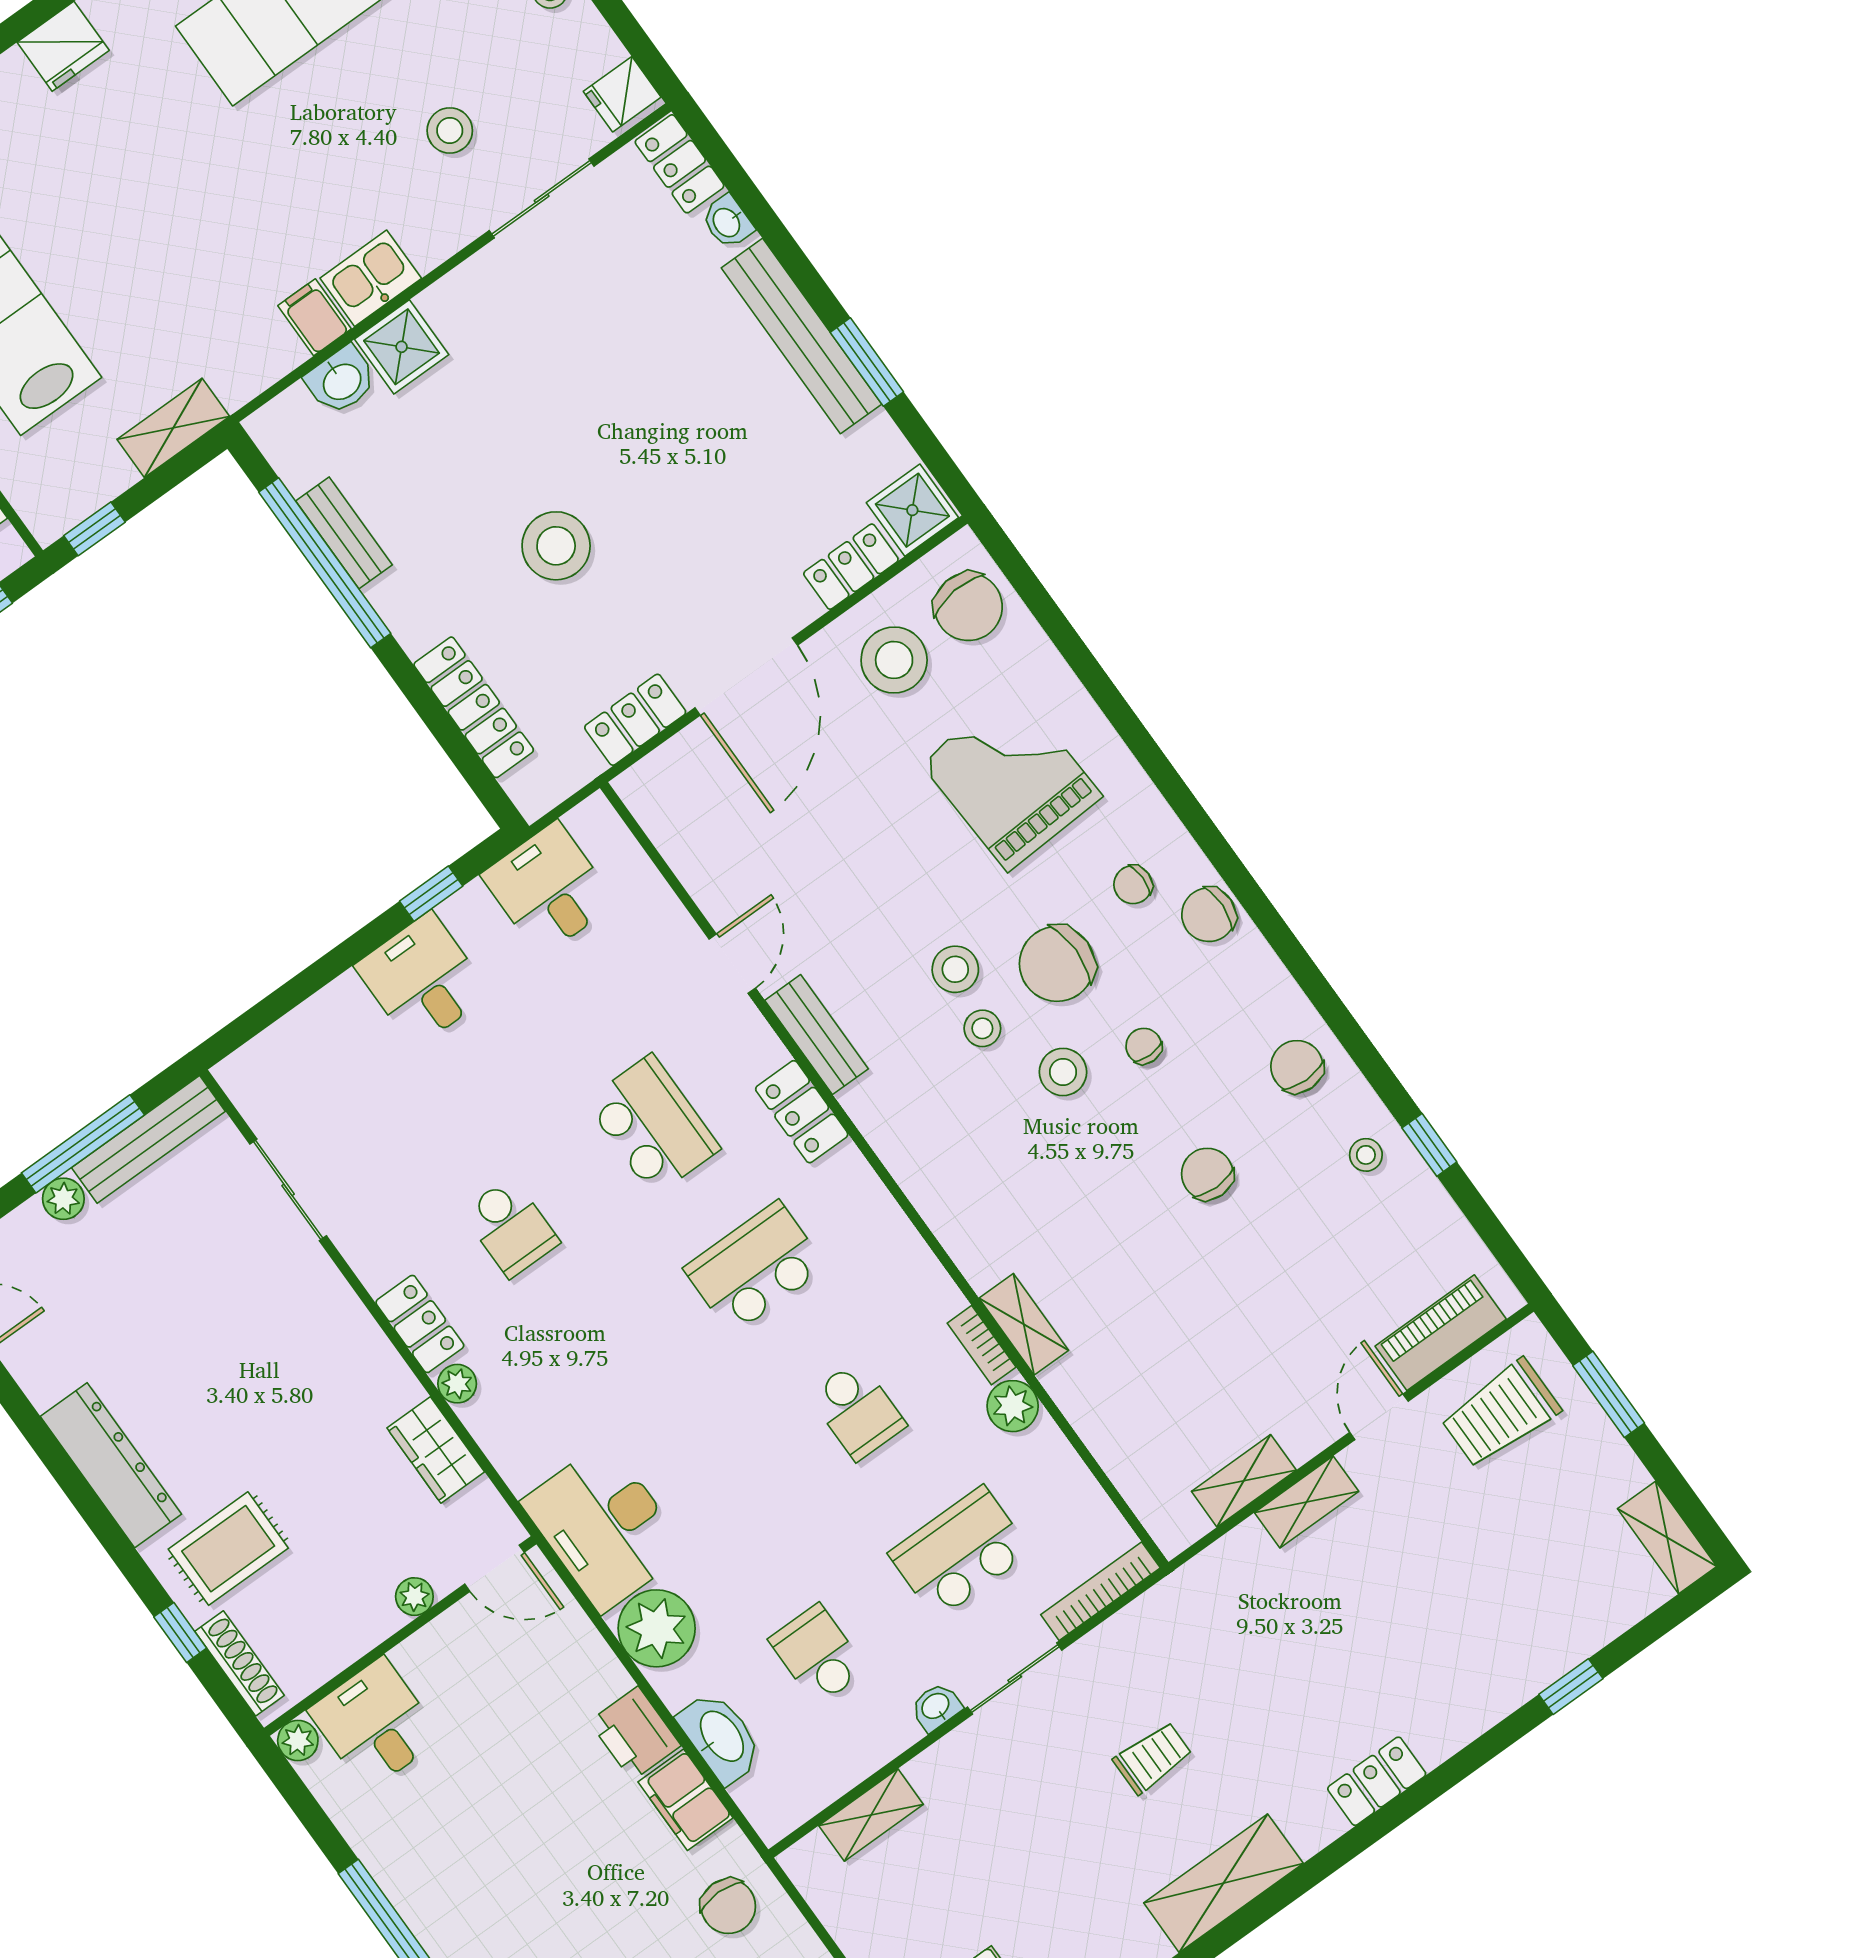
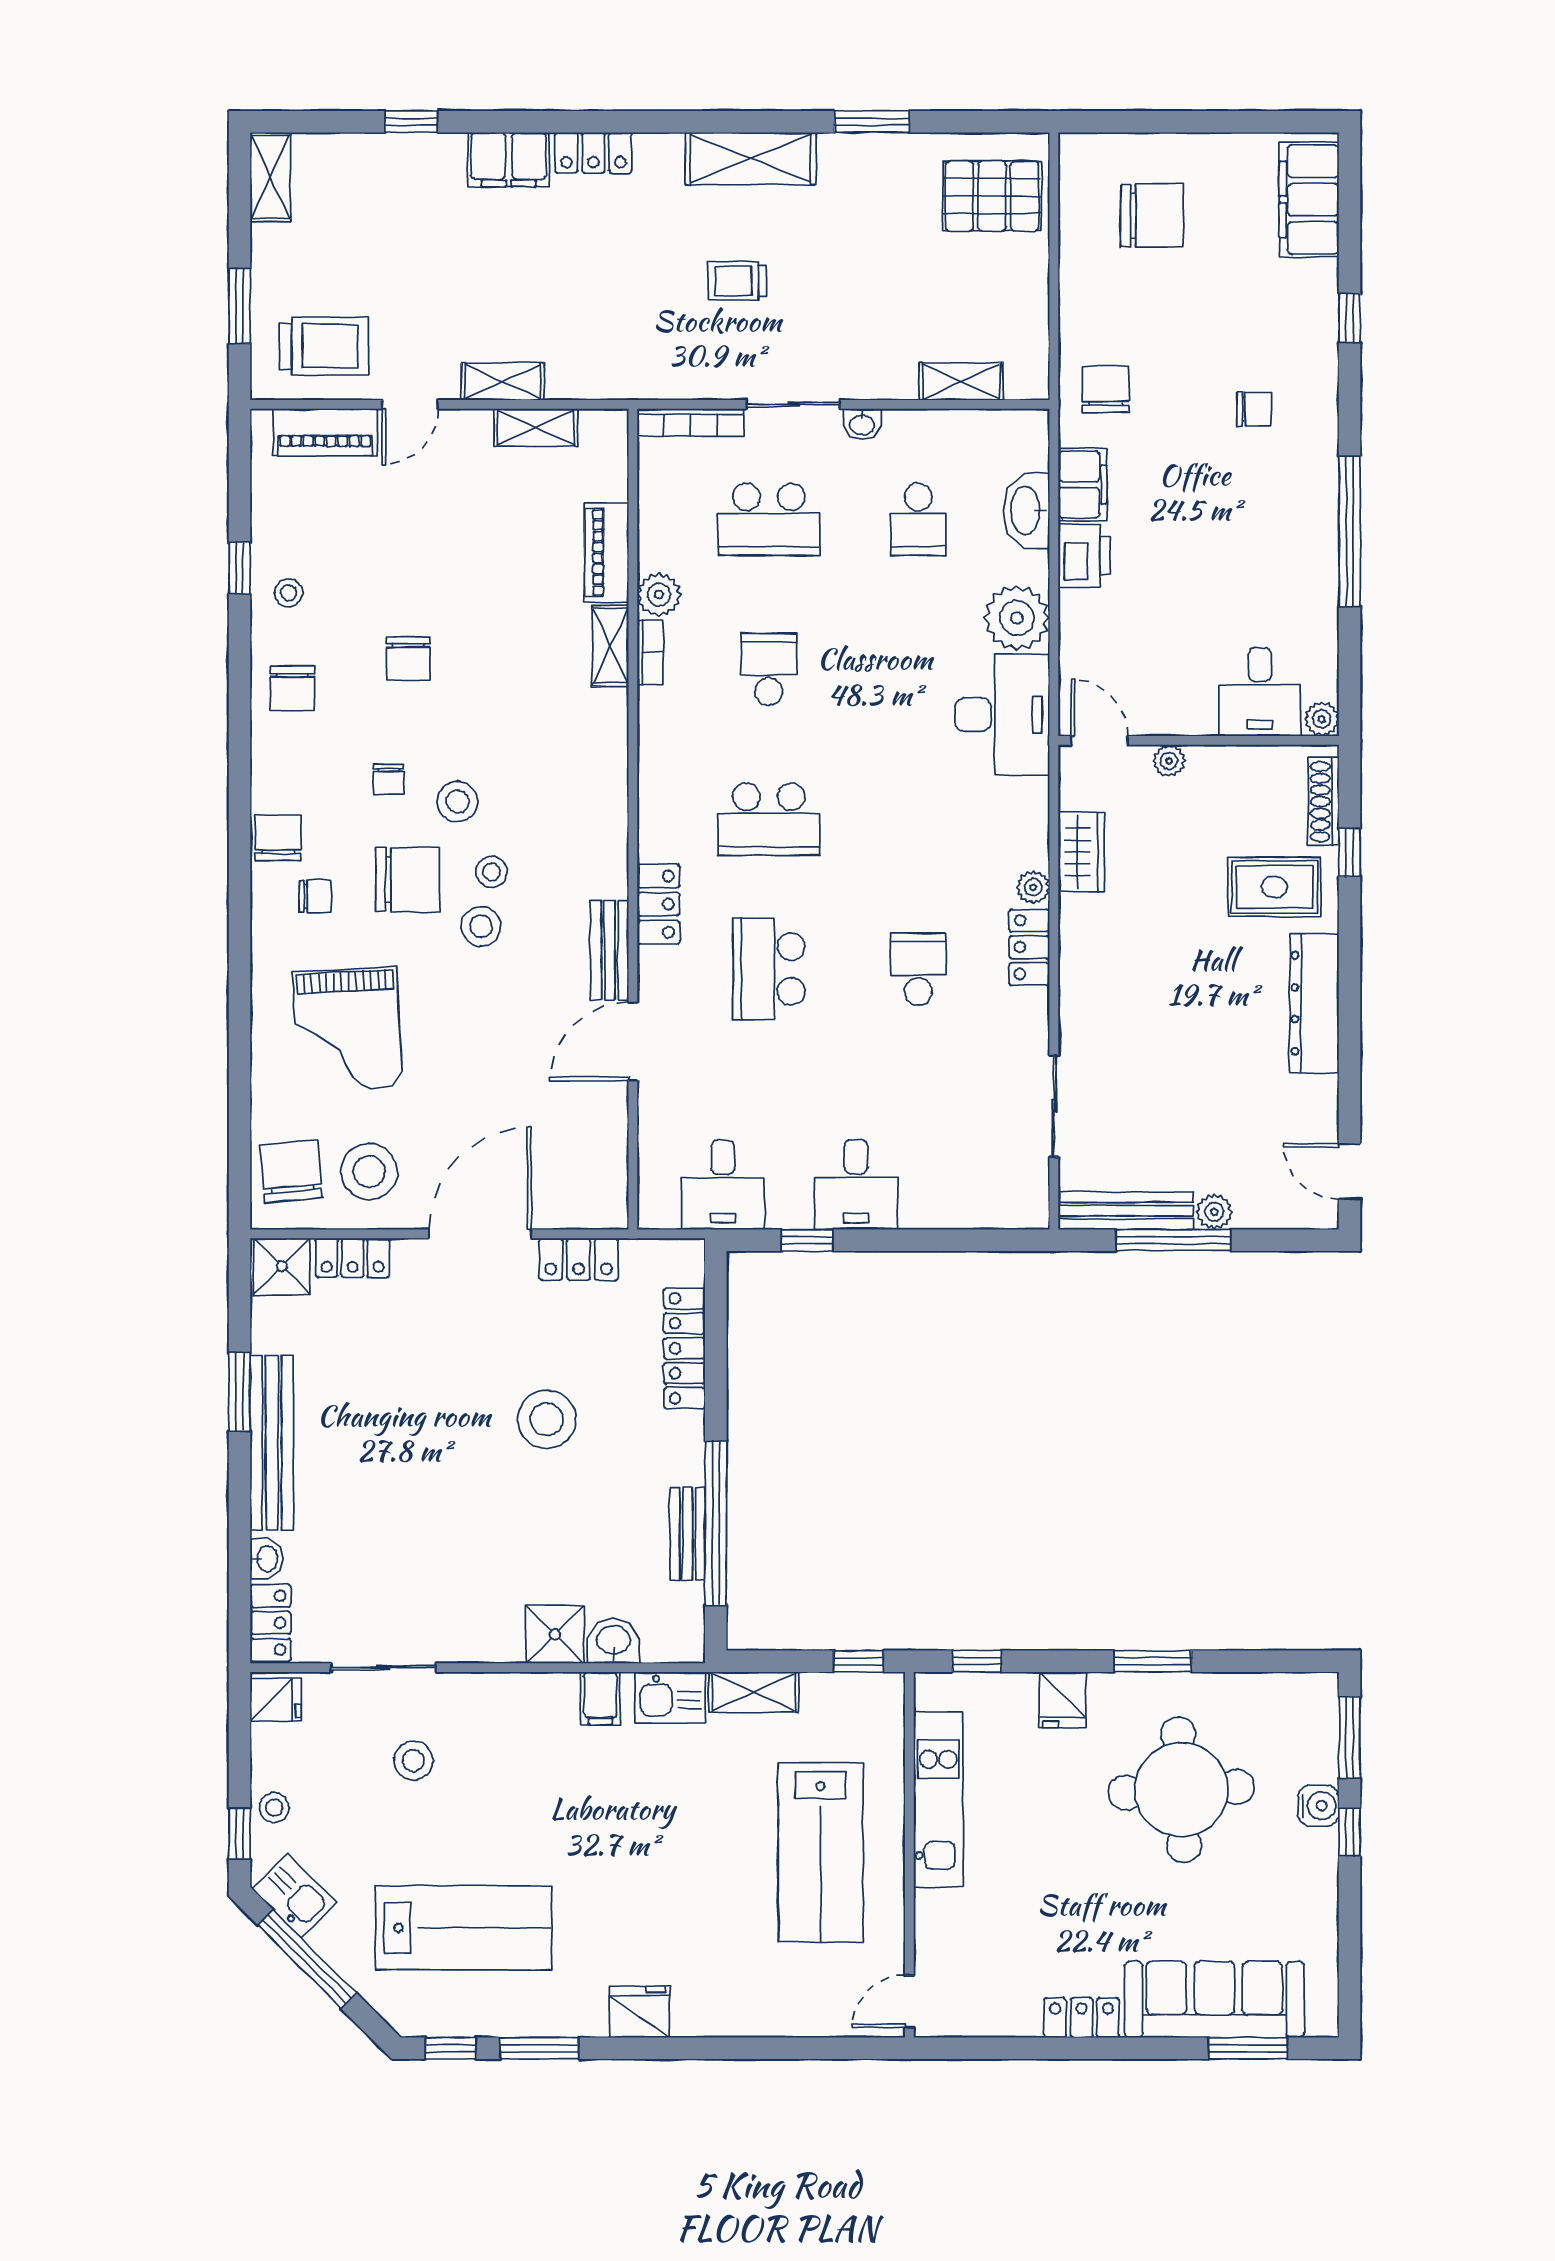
kitchen sink: (371, 278) -> (670, 1697), moved
chair: (1209, 915) -> (278, 838), turned -92
door: (732, 964) -> (633, 1042), width x1.38
piano: (1091, 1410) -> (607, 553), added
filing cabinet: (1453, 1717) -> (509, 160), added

